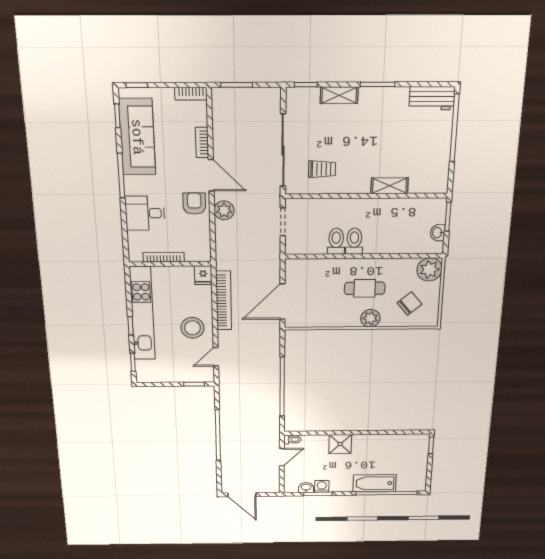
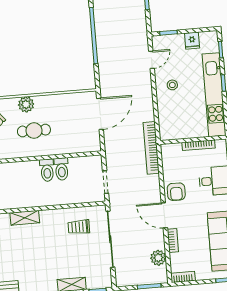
plant: (224, 210) -> (158, 258), moved
fridge: (203, 275) -> (192, 41), moved, turned 180
bookcase: (224, 301) -> (151, 148), moved
stool: (192, 328) -> (172, 85), width x0.53, depth x0.53

